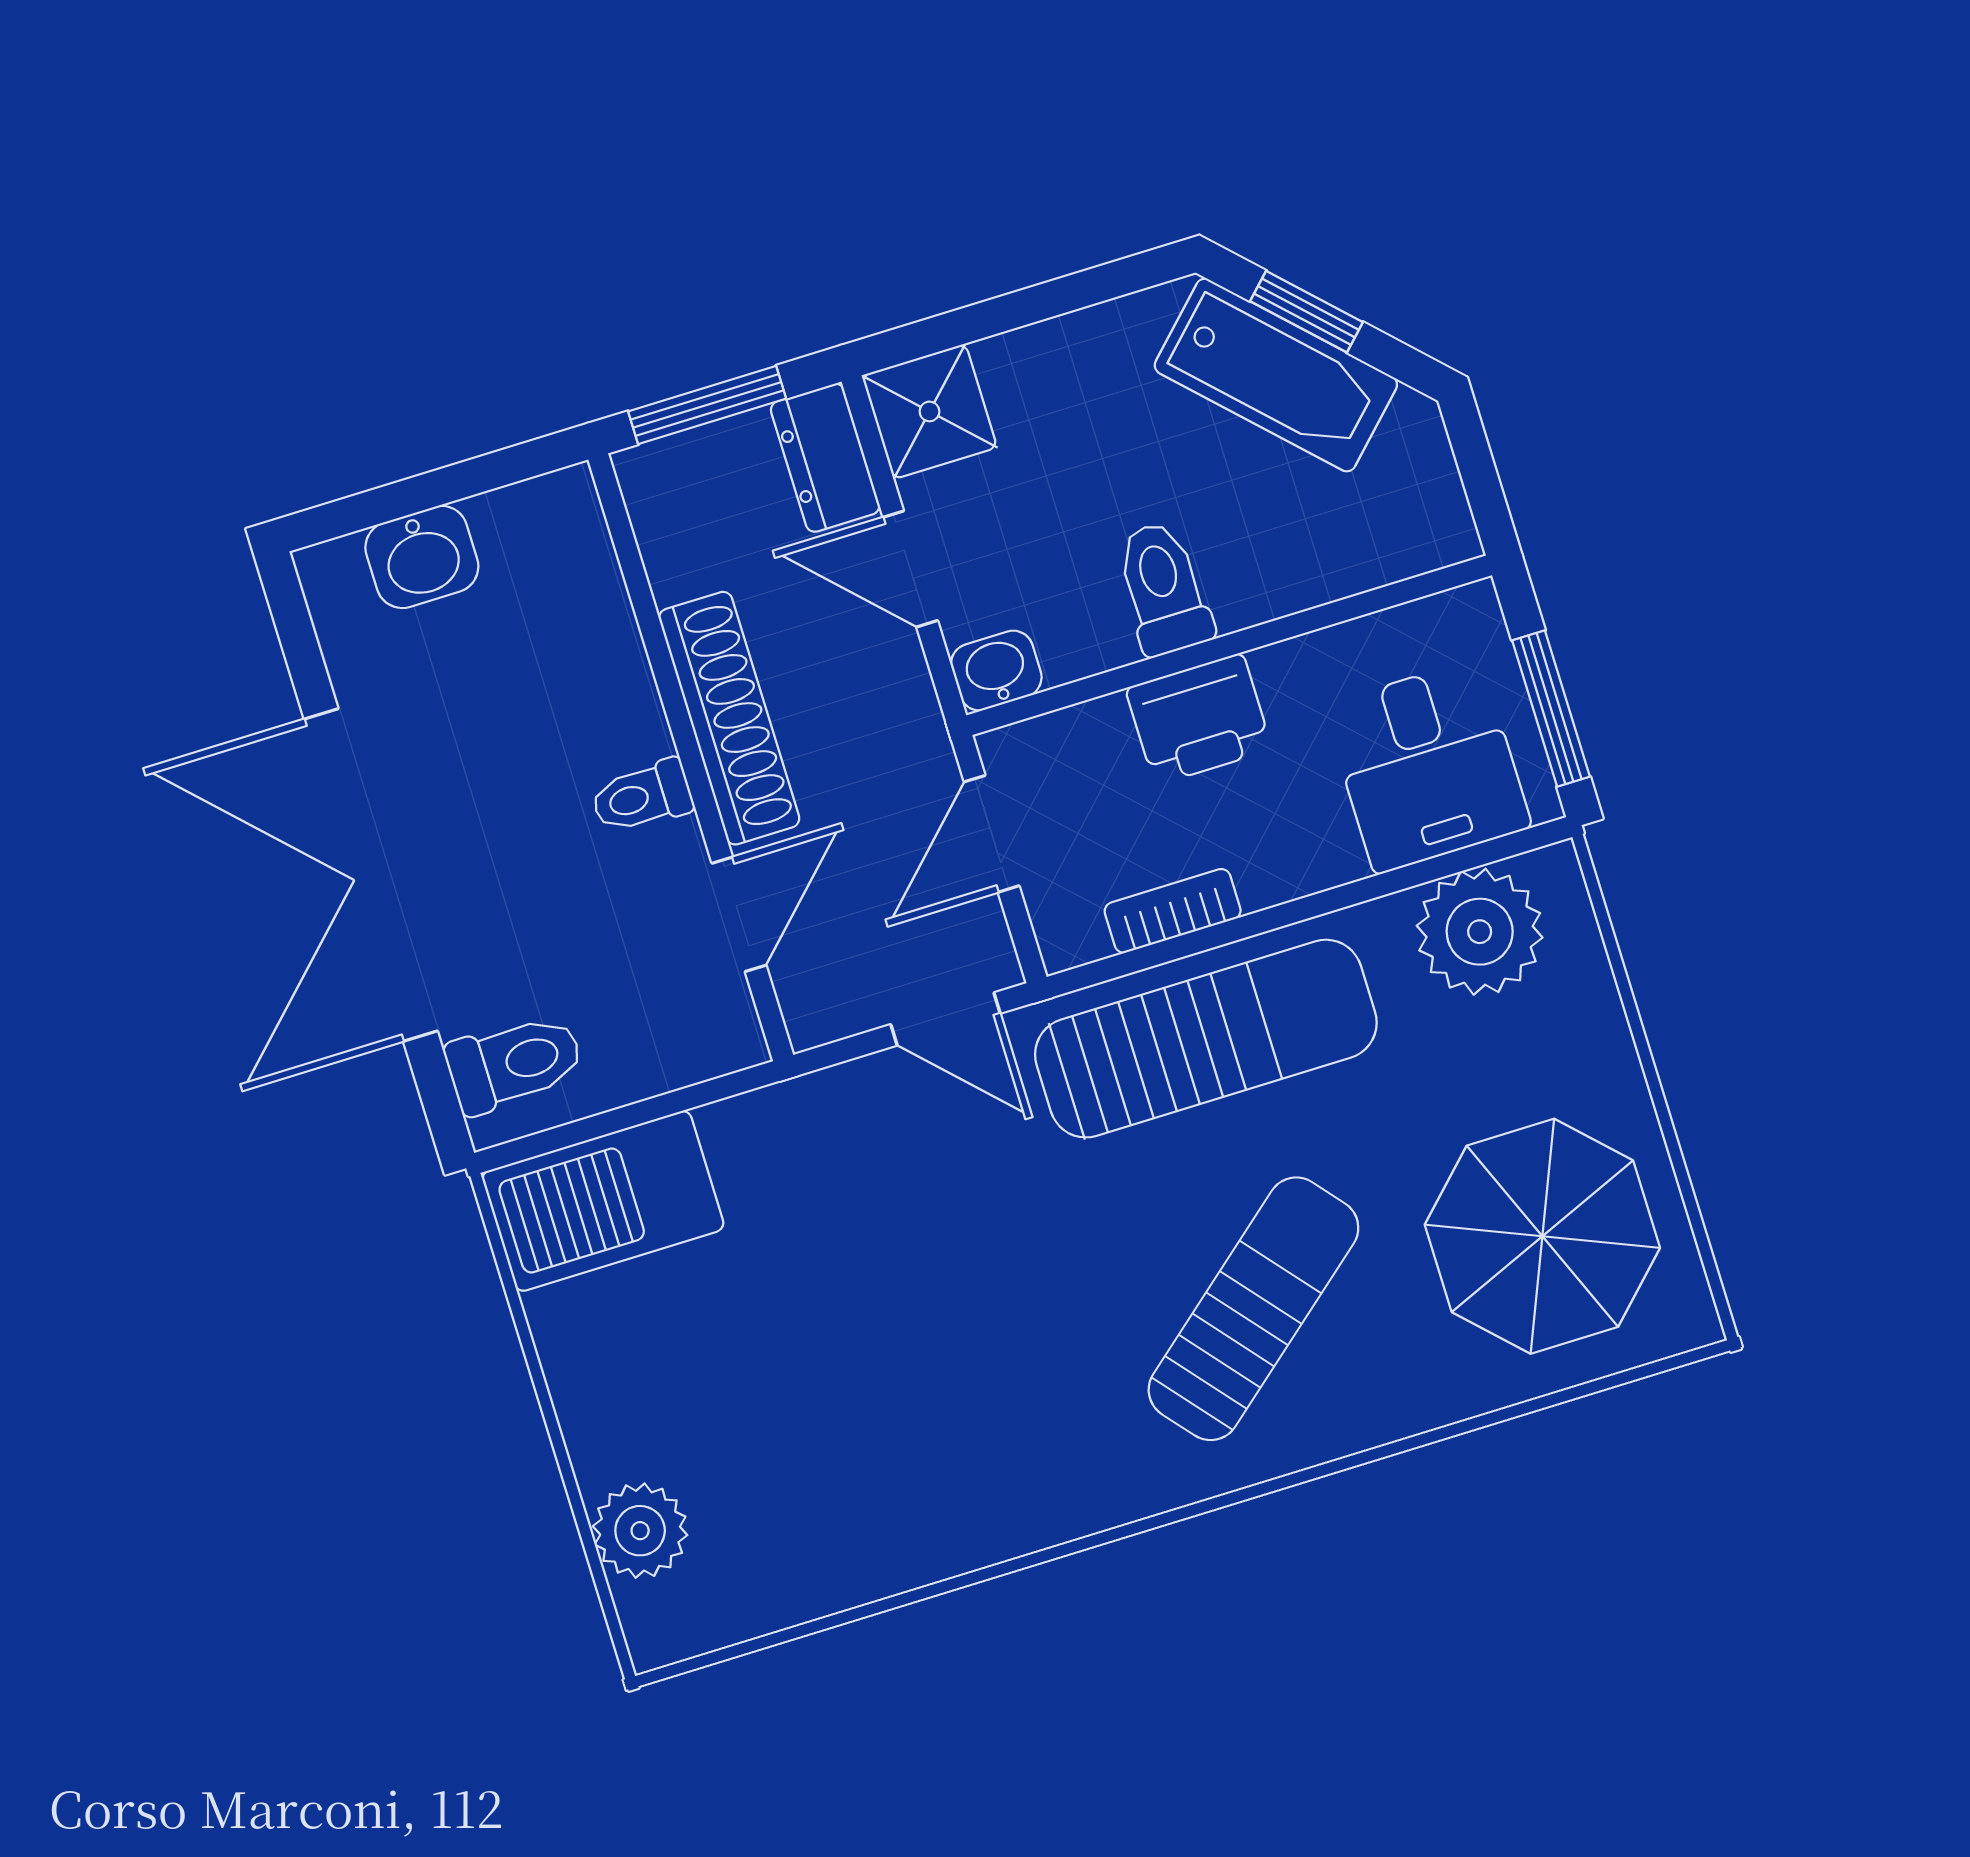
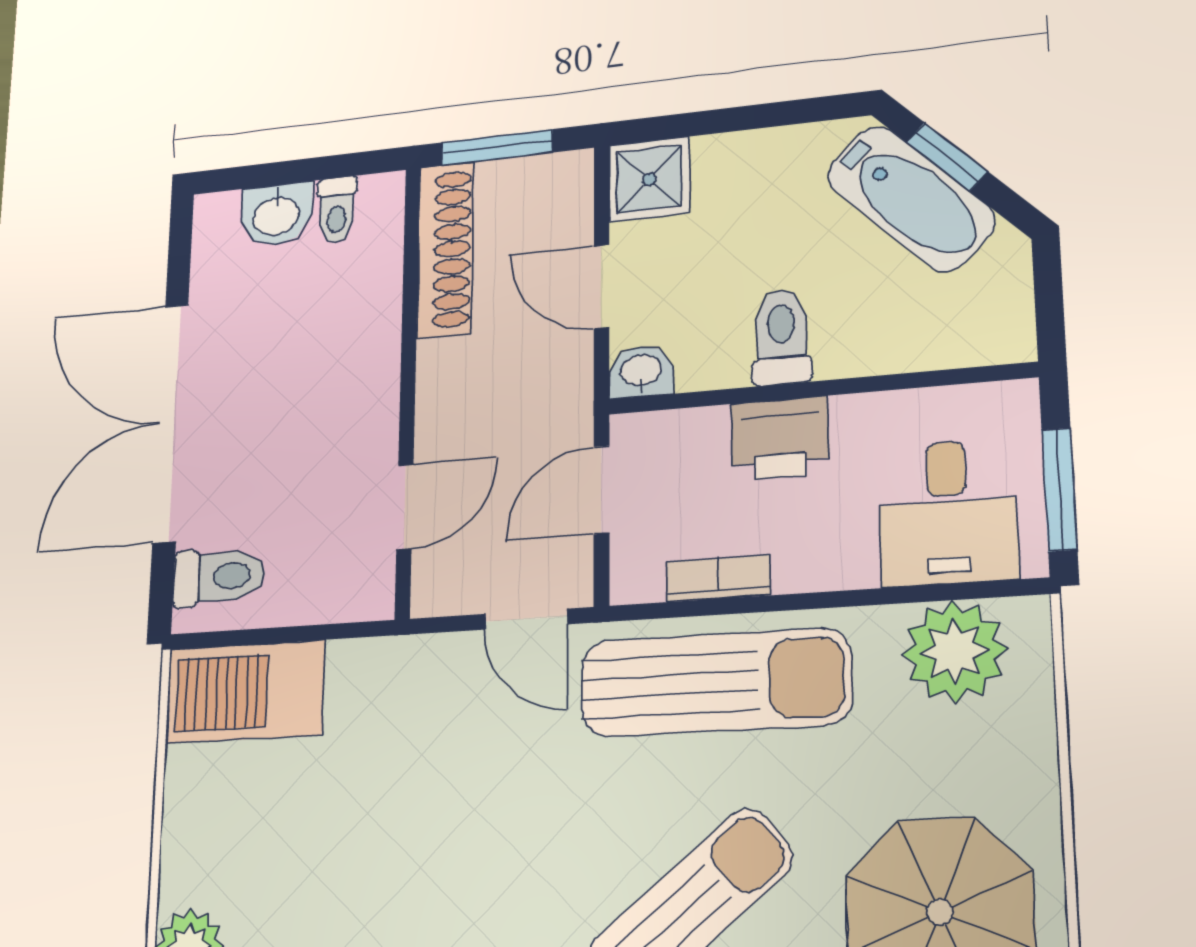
dresser: (825, 458) -> (566, 198), removed
shoe rack: (729, 718) -> (445, 250), moved
toilet: (642, 797) -> (337, 210), moved, turned -90

